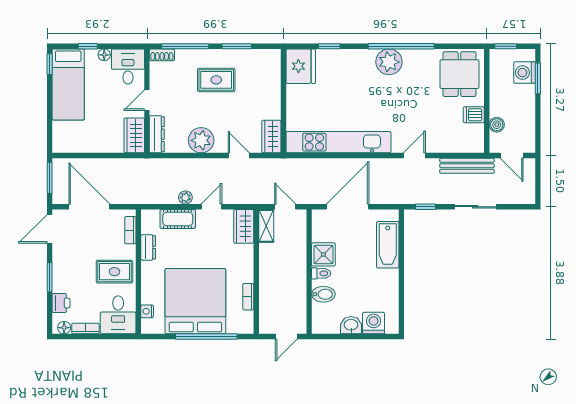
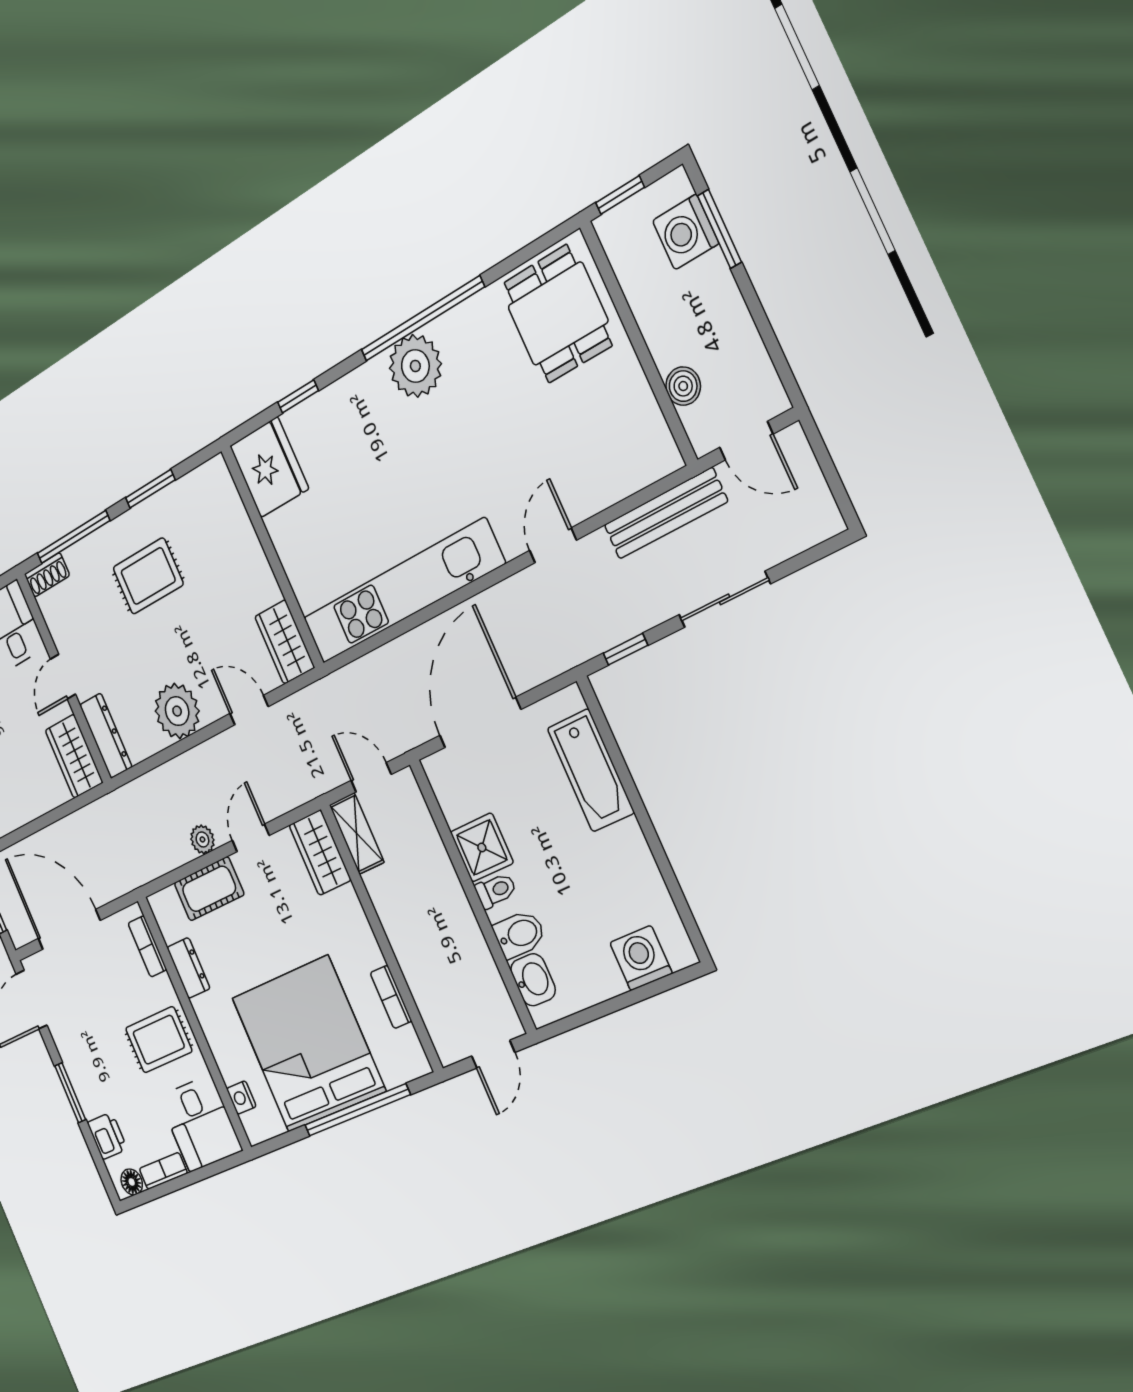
dishwasher: (474, 115) -> (627, 390), removed
washbasin: (351, 325) -> (533, 980), moved, turned 90

